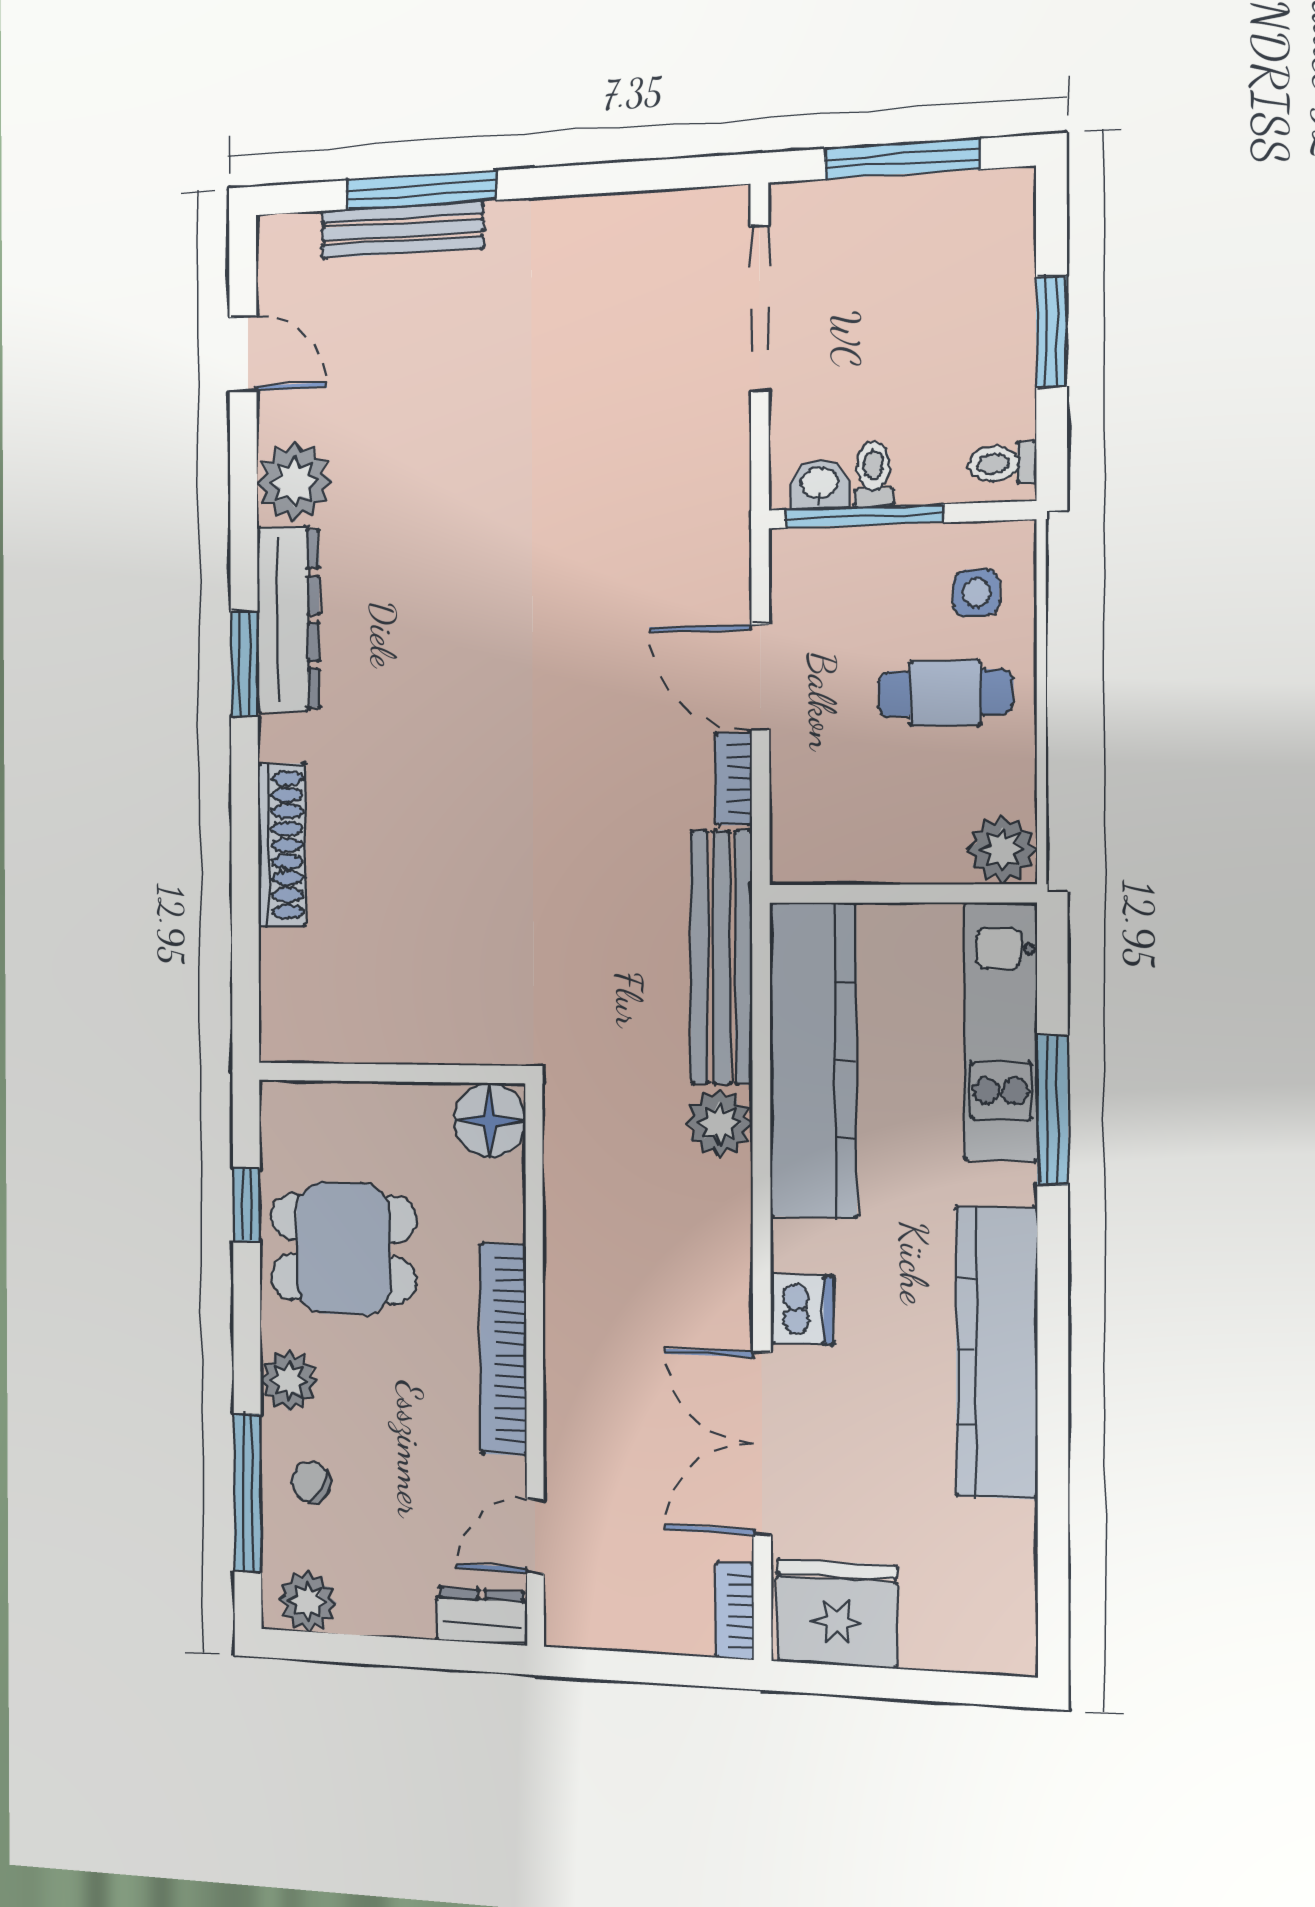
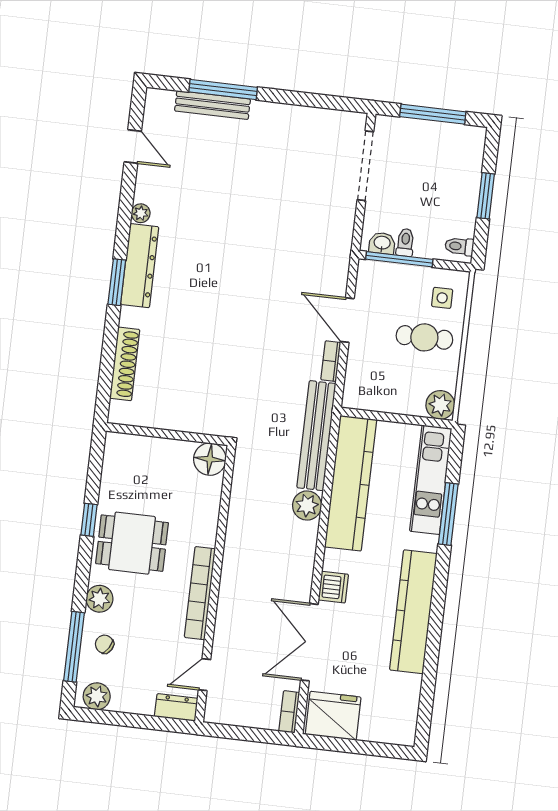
plant: (294, 482) -> (141, 213), width x0.53, depth x0.53
wall: (391, 1073) -> (167, 434), moved
floor lamp: (490, 1120) -> (210, 459), moved

